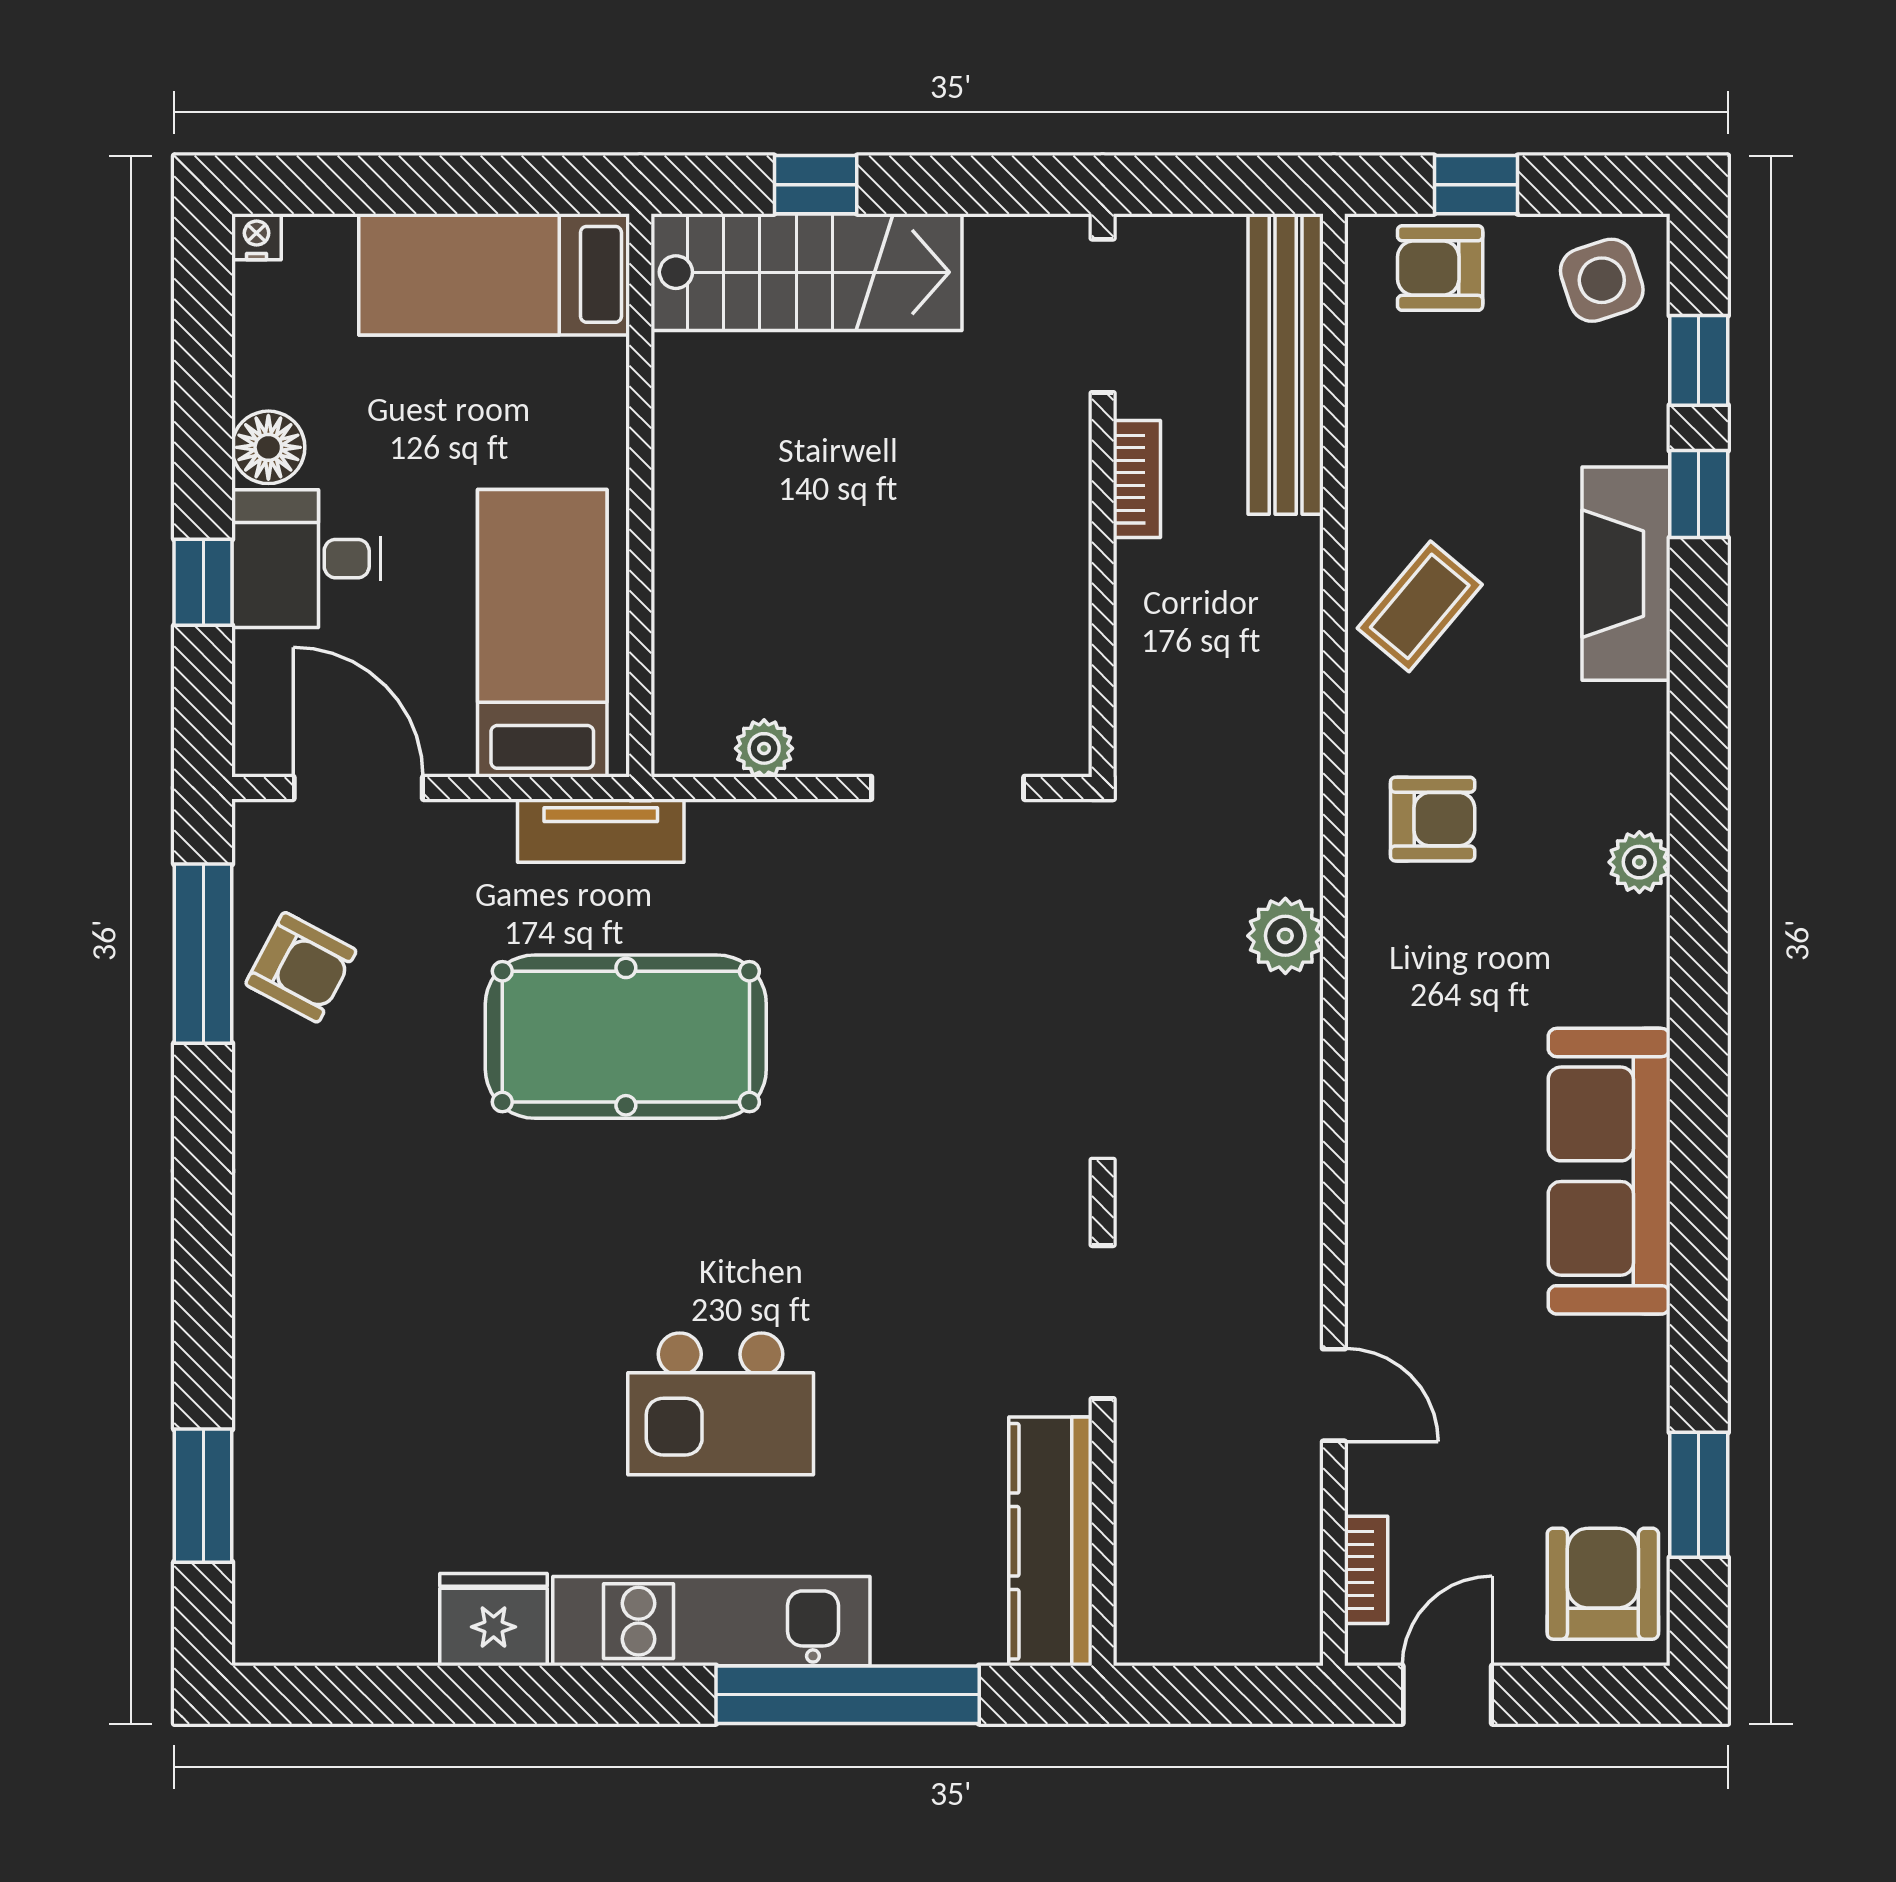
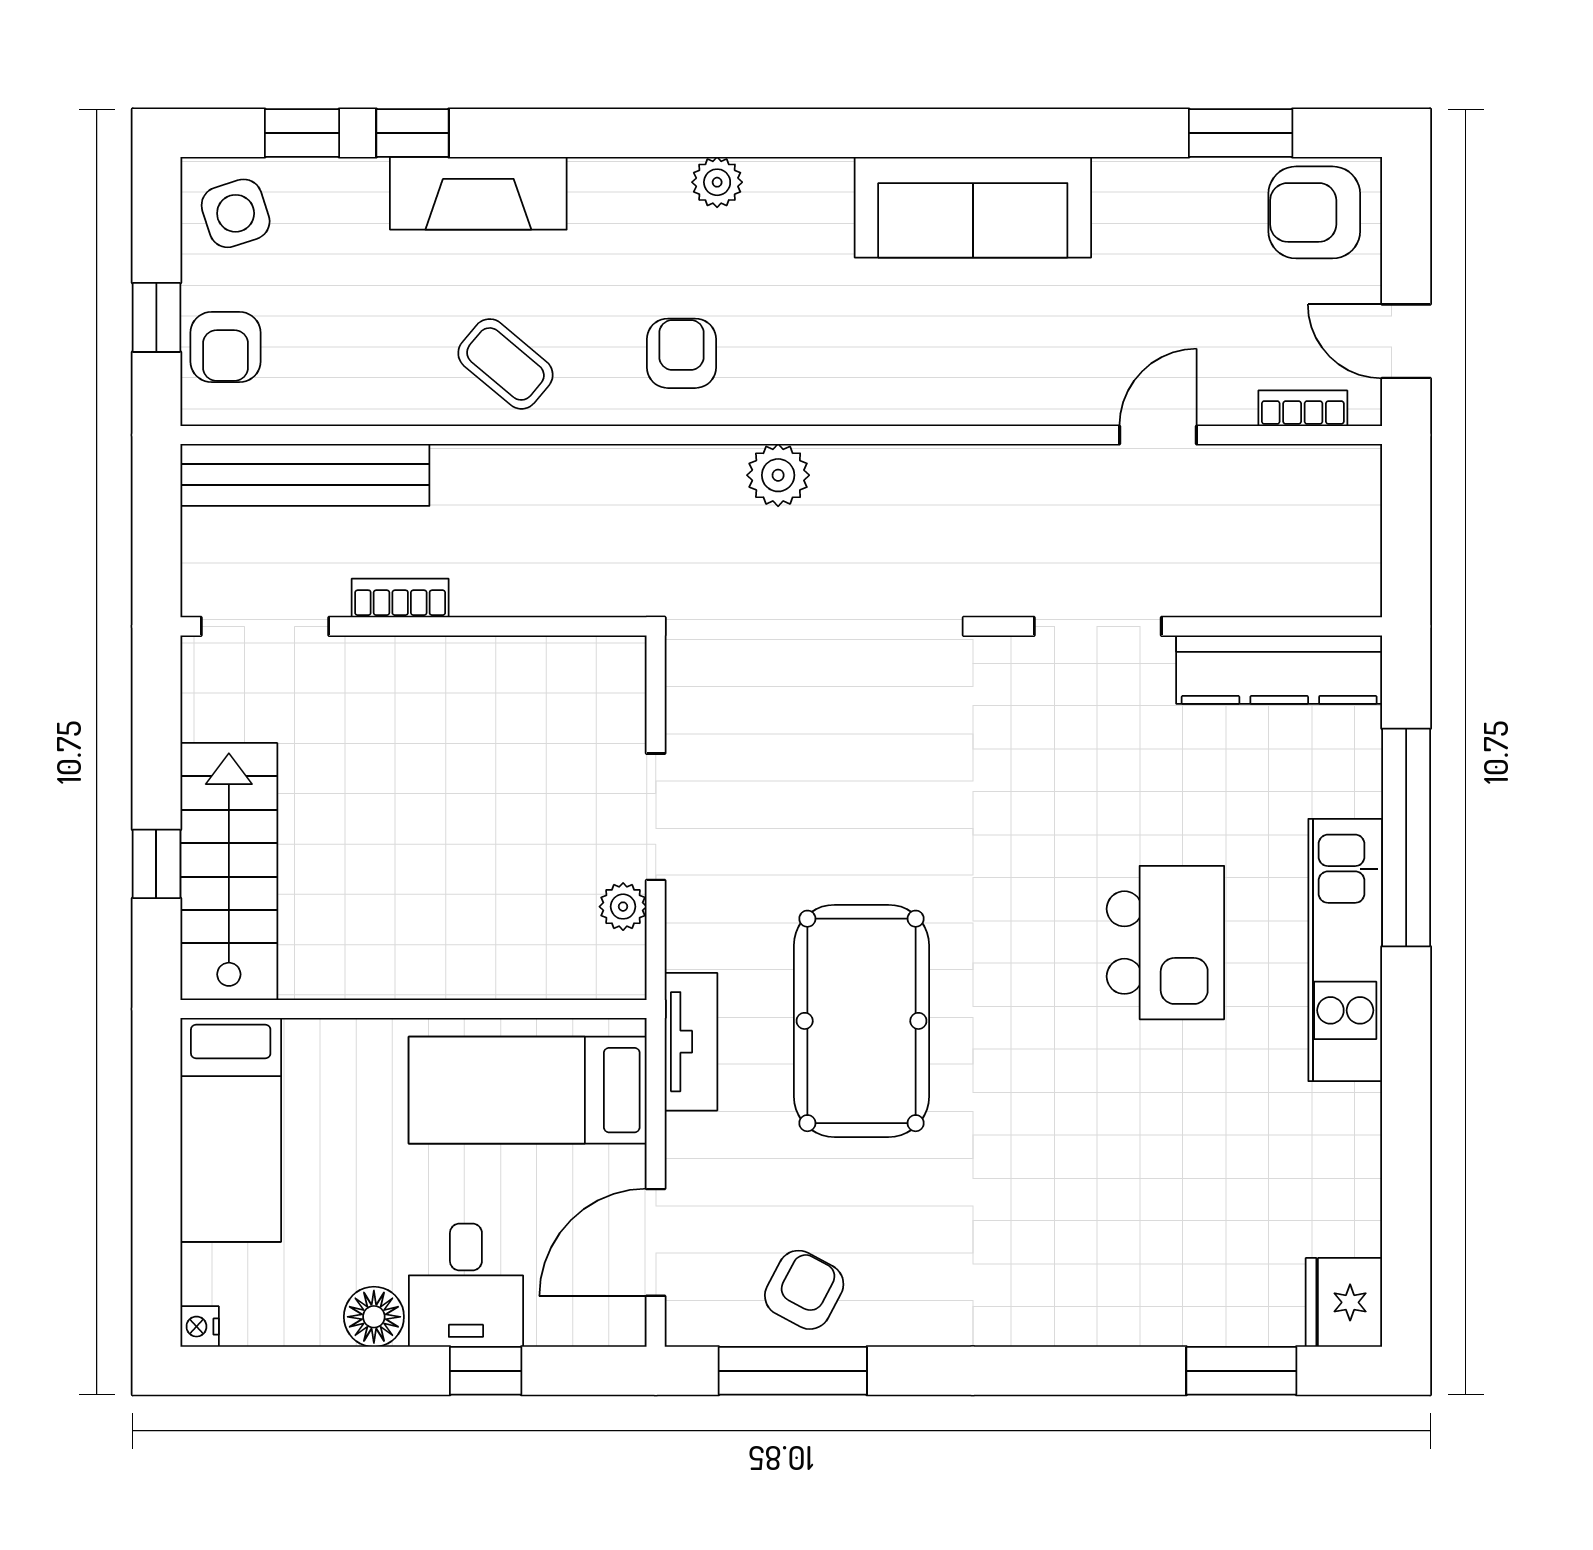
doorway: (948, 788) -> (656, 817), moved
fridge: (494, 1620) -> (1344, 1302), moved

